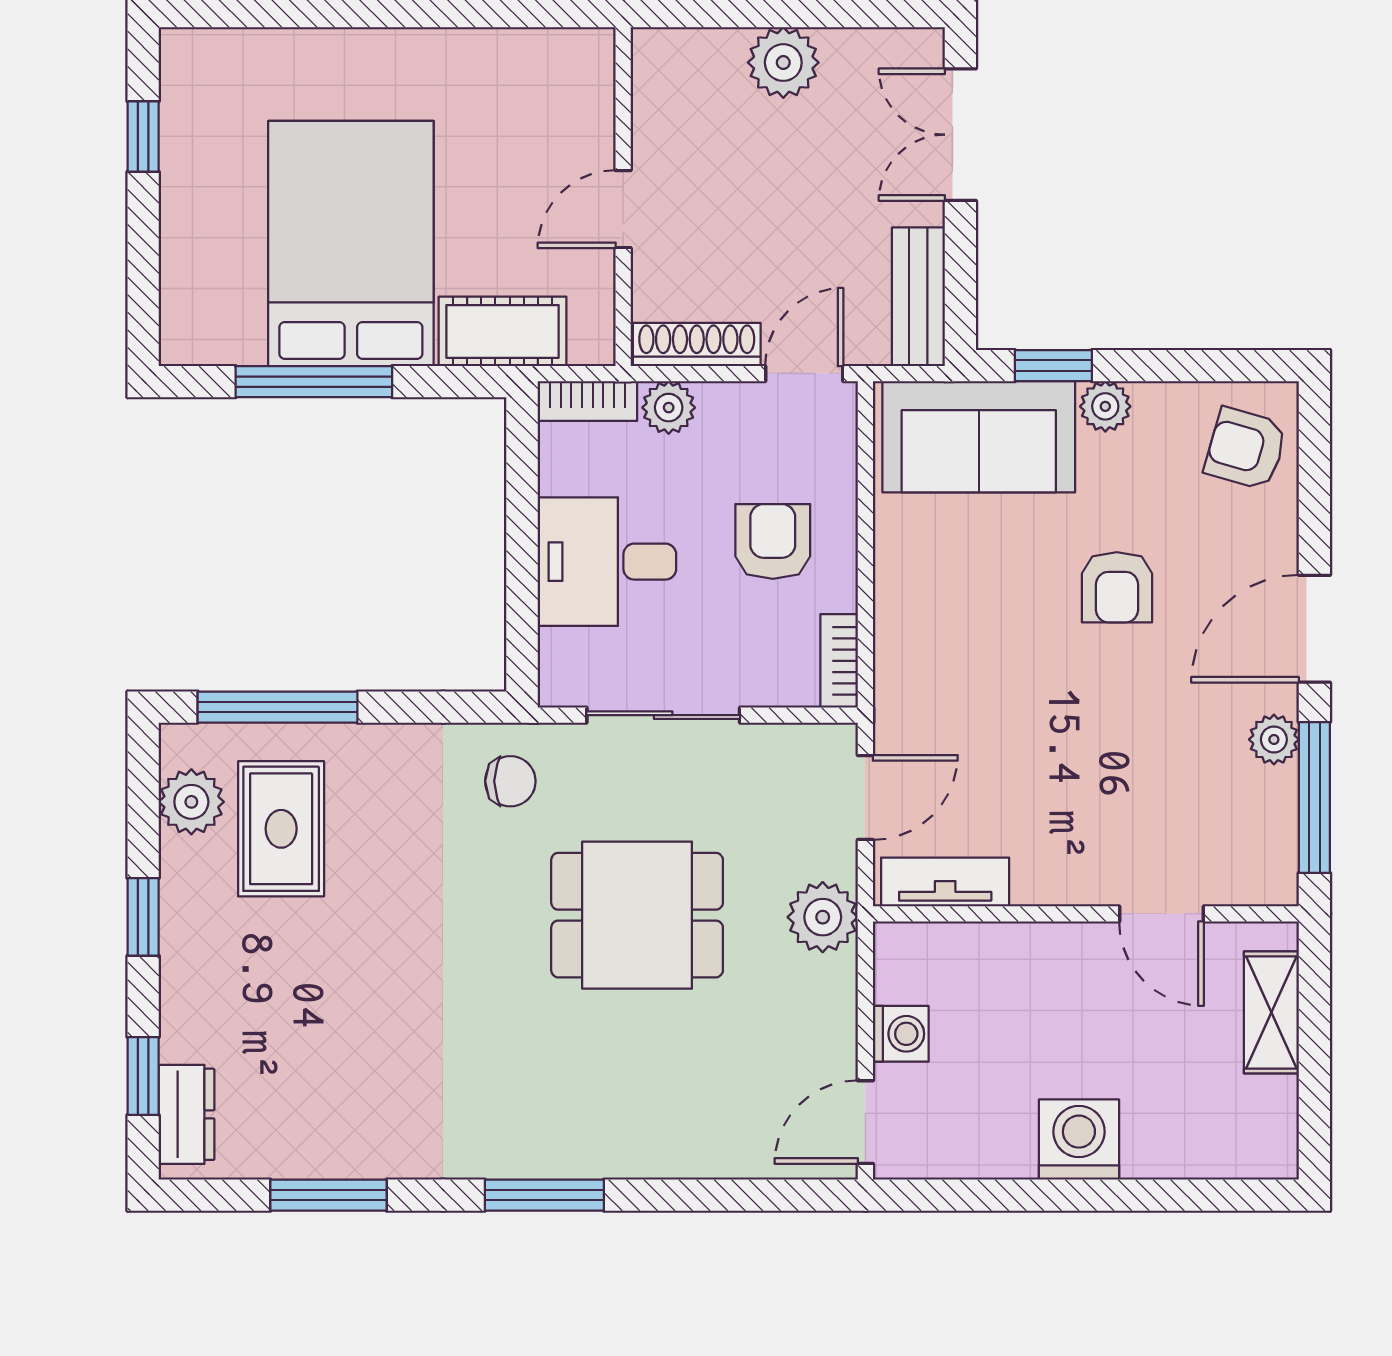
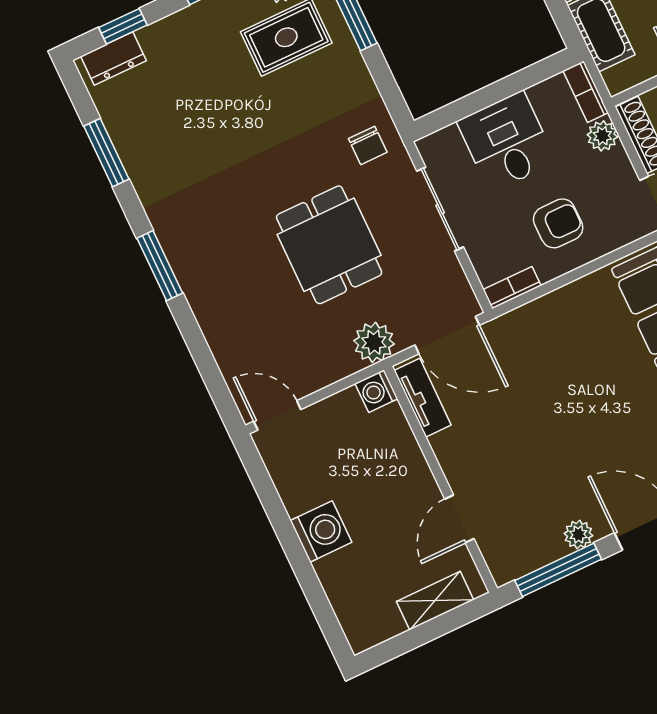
armchair: (1117, 587) -> (619, 415), removed
door: (865, 797) -> (447, 335), width x1.38
washing machine: (901, 1034) -> (376, 391), moved, turned 90

